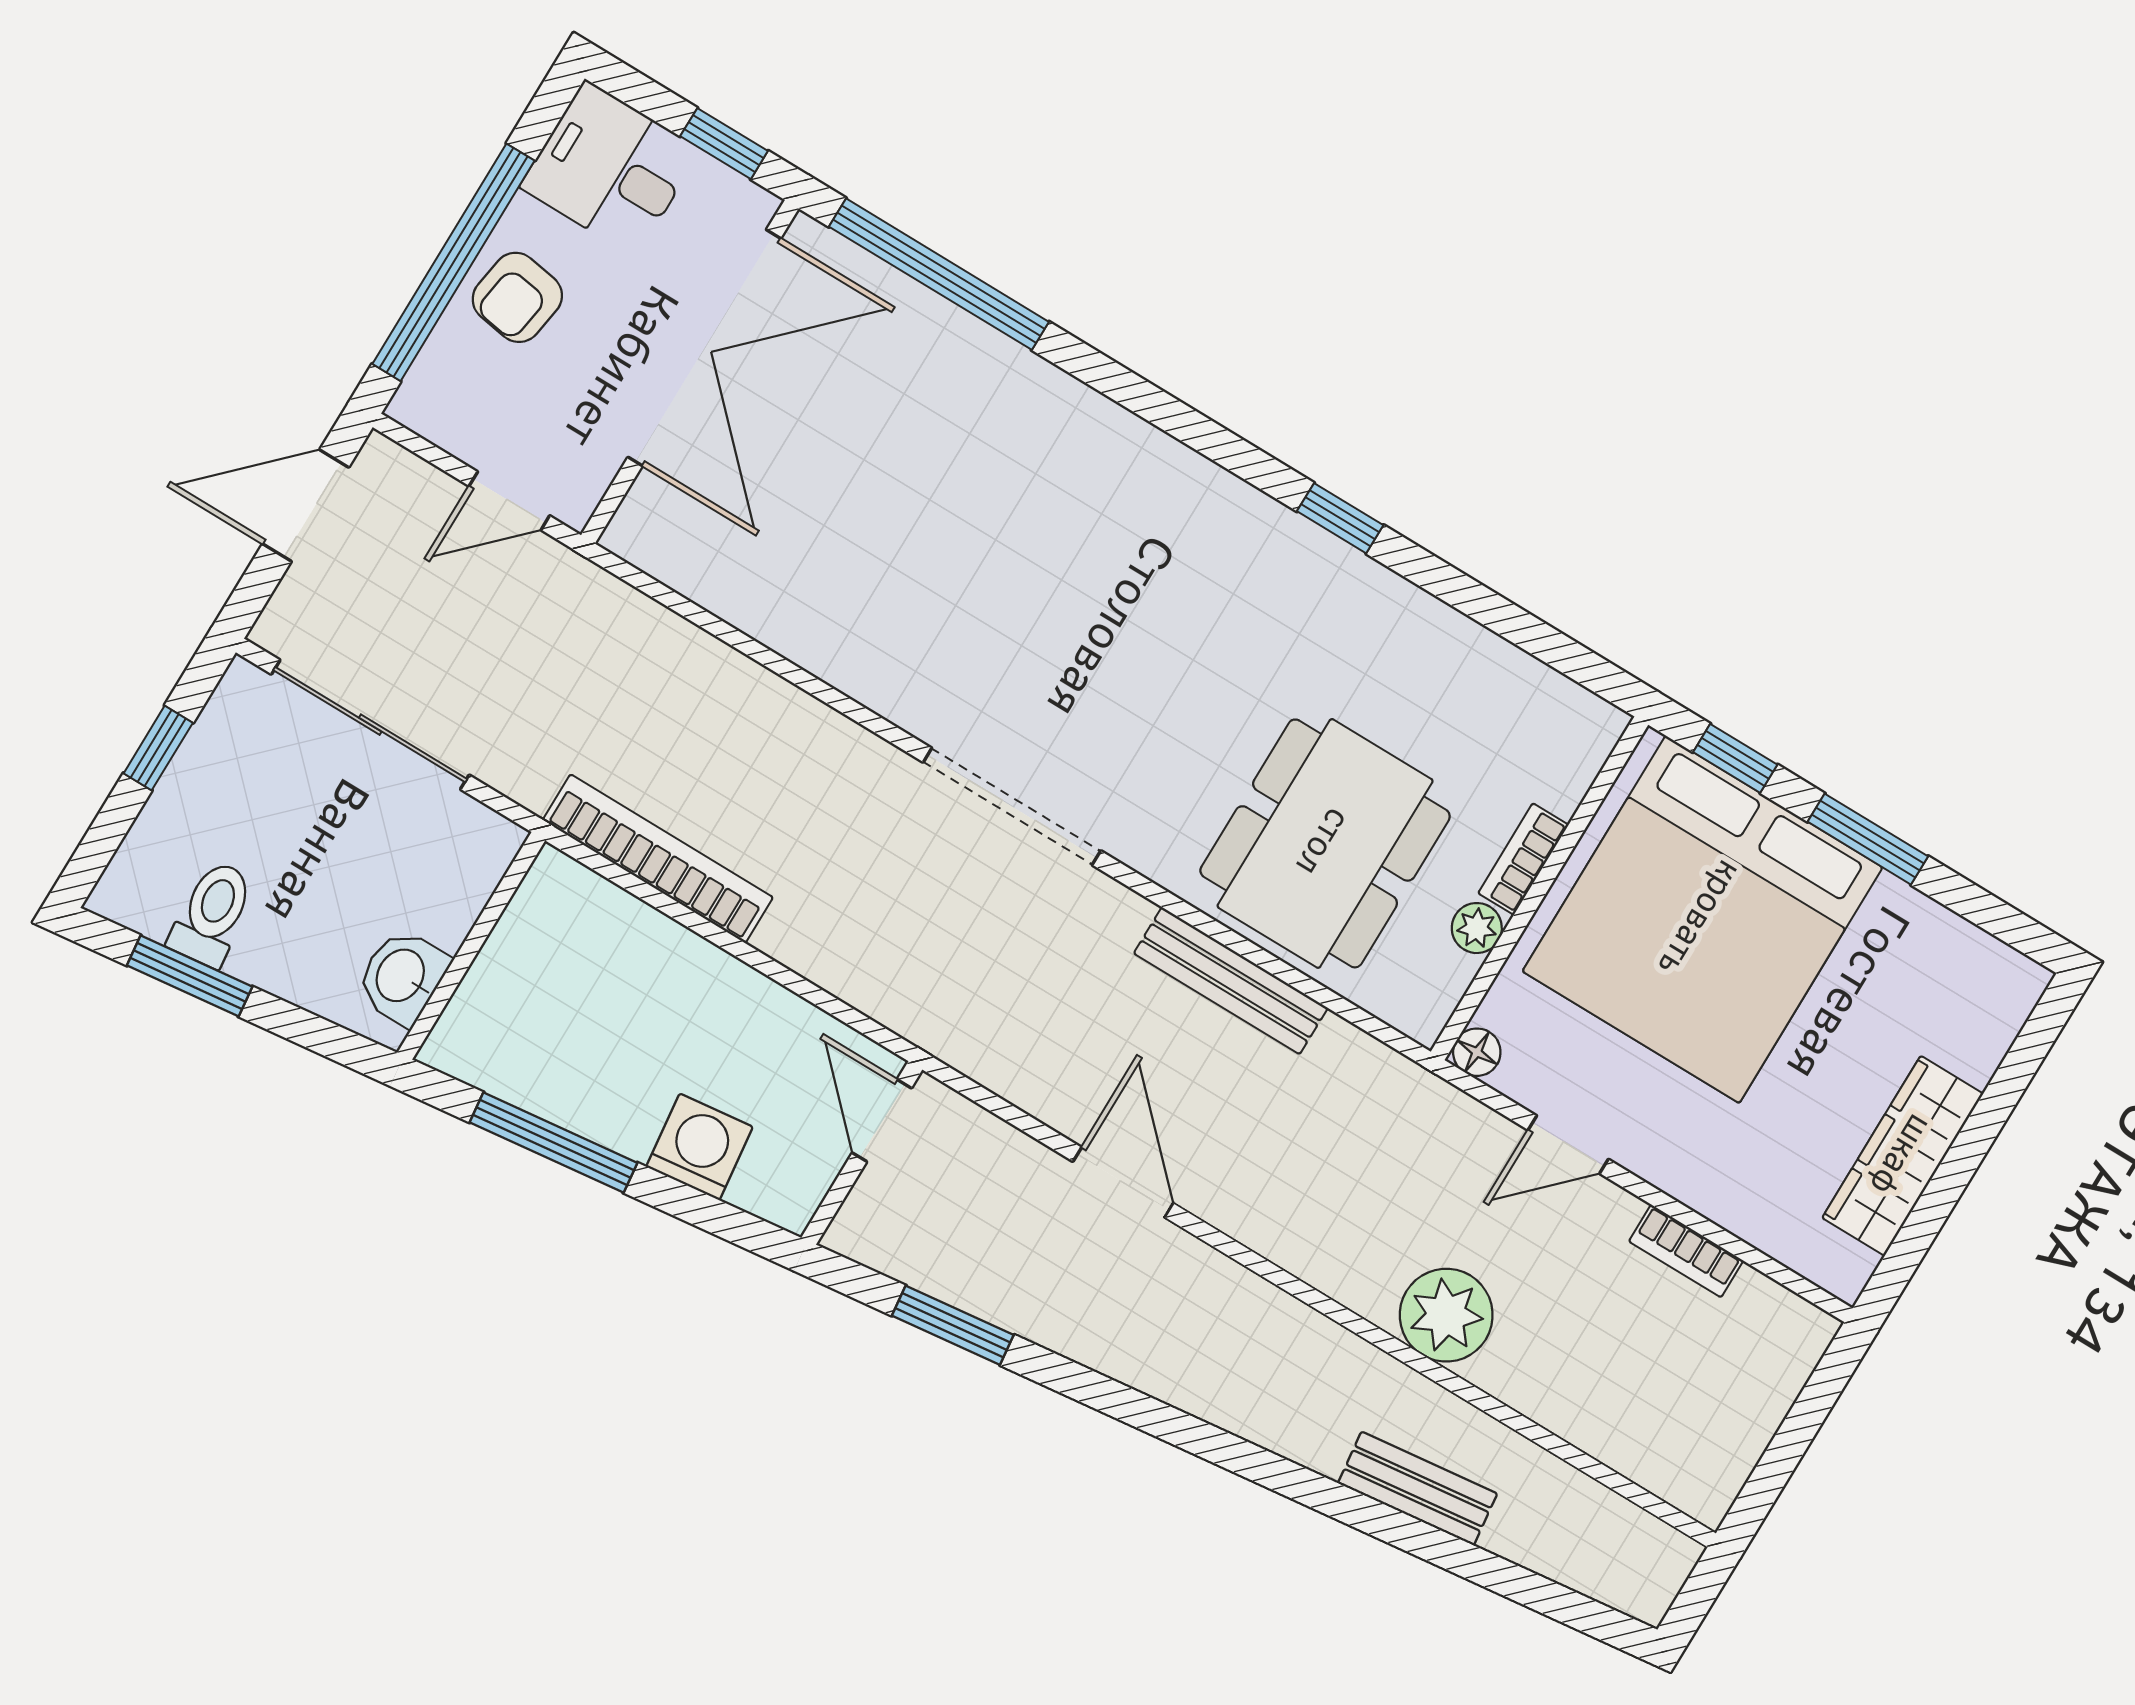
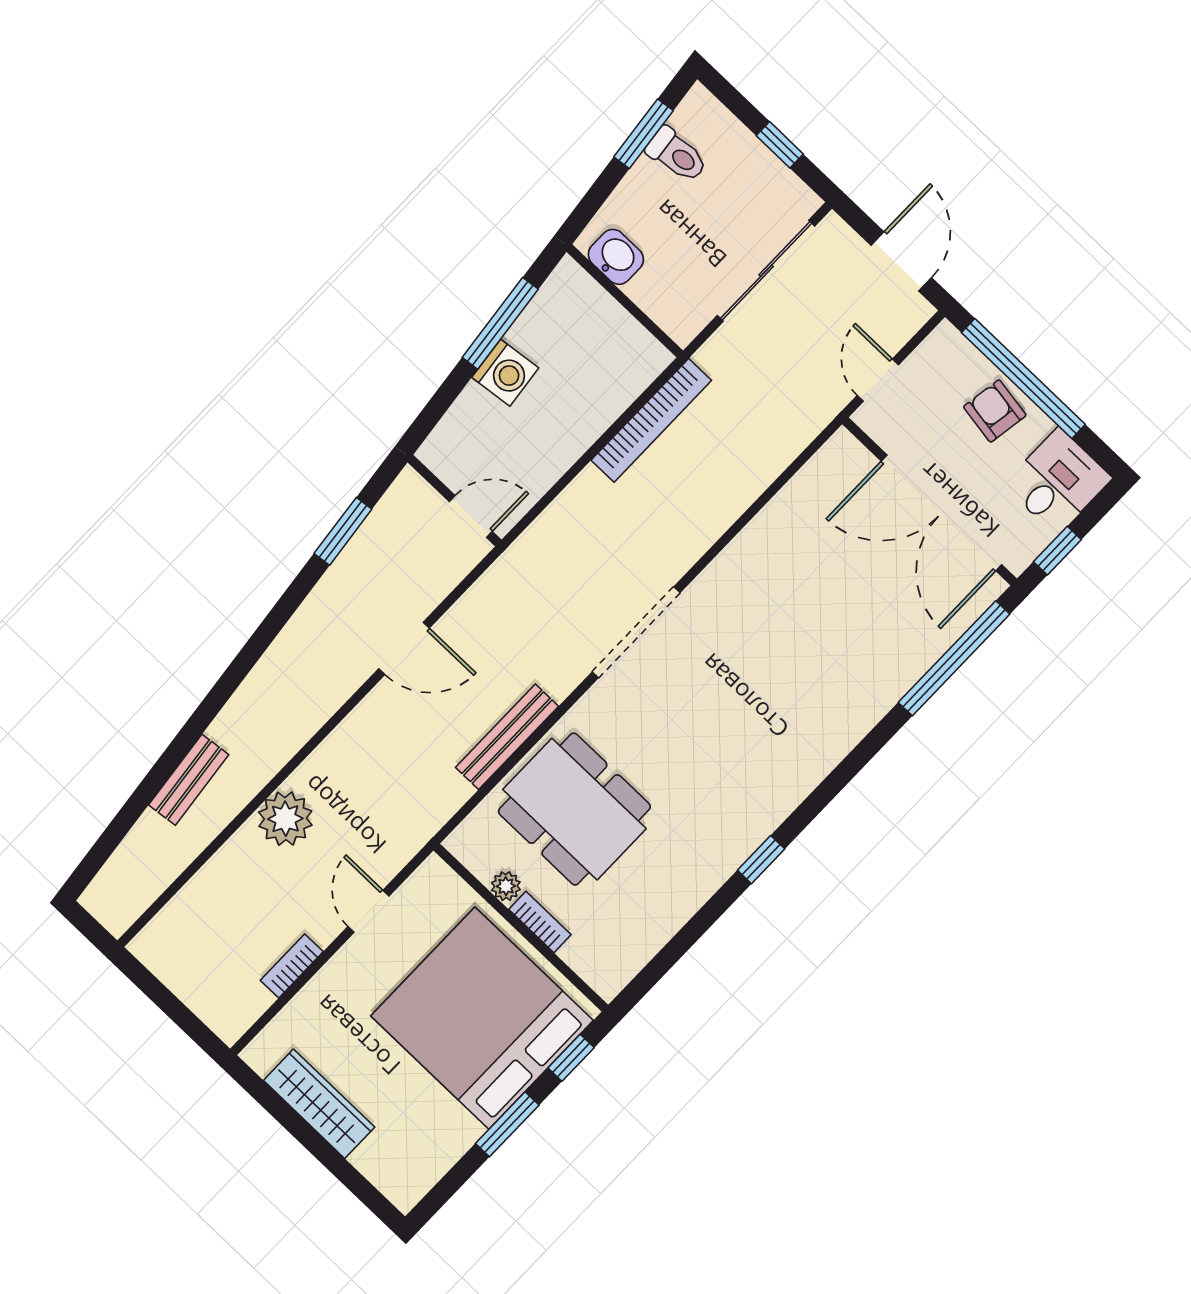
floor lamp: (1477, 1052) -> (434, 870), removed
washing machine: (700, 1147) -> (505, 373), moved

